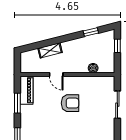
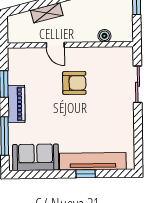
piano: (27, 90) -> (16, 104), moved

